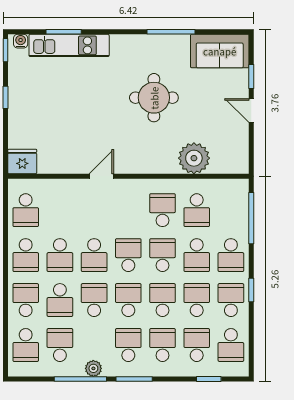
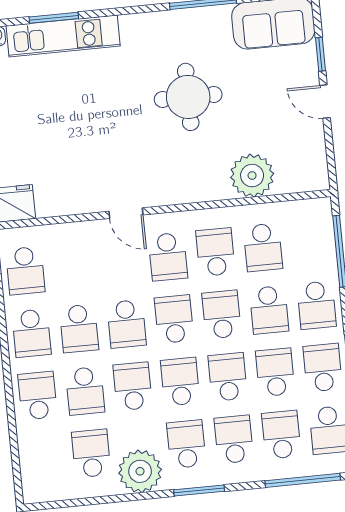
door: (101, 176) -> (126, 213), swing flipped
school desk: (26, 345) -> (168, 257), moved
plant: (93, 368) -> (140, 471), width x1.88, depth x1.88
window: (80, 379) -> (124, 498), removed
window: (209, 379) -> (303, 480), width x2.17

